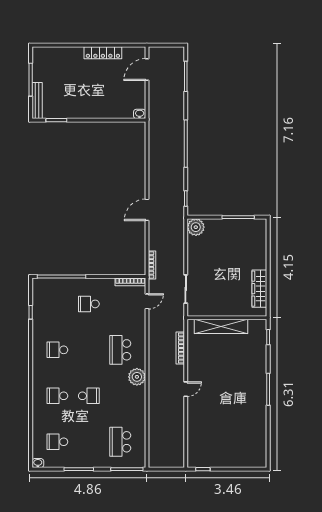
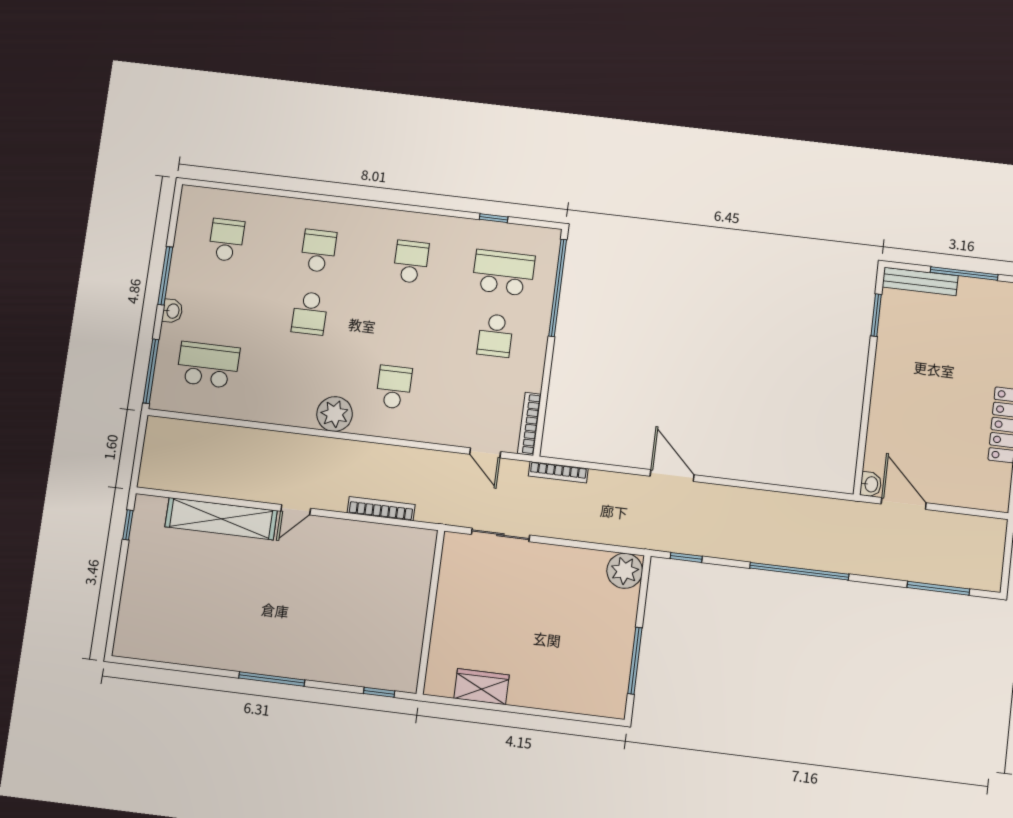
door: (147, 70) -> (904, 503), moved
wardrobe: (259, 289) -> (482, 687), width x0.67
school desk: (57, 304) -> (503, 273), added
school desk: (89, 304) -> (495, 335), turned 180
shelving: (221, 326) -> (221, 519), moved, turned 90
school desk: (120, 350) -> (394, 387), width x0.54
door: (186, 389) -> (296, 510), hinge flipped
washbasin: (38, 463) -> (172, 311), moved

